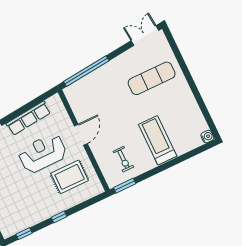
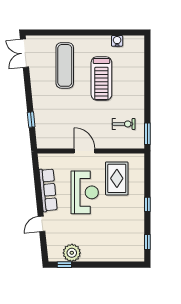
window: (86, 71) -> (31, 120), width x0.32
water cooler: (207, 137) -> (117, 41), moved
treadmill: (158, 140) -> (101, 79), moved, turned -90
reception desk: (42, 153) -> (85, 192), turned 180

